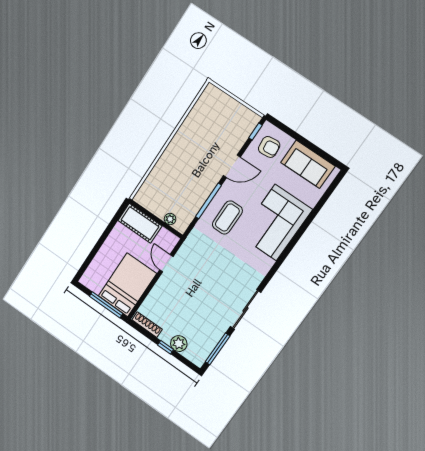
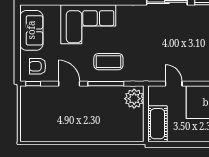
armchair: (269, 147) -> (38, 66), turned -84
plant: (170, 219) -> (134, 99), width x1.88, depth x1.88
door: (166, 263) -> (174, 84), swing flipped

